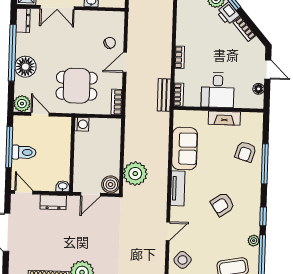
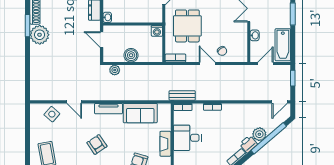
plant: (135, 174) -> (115, 70), width x0.53, depth x0.53
boiler: (111, 184) -> (131, 55), moved

